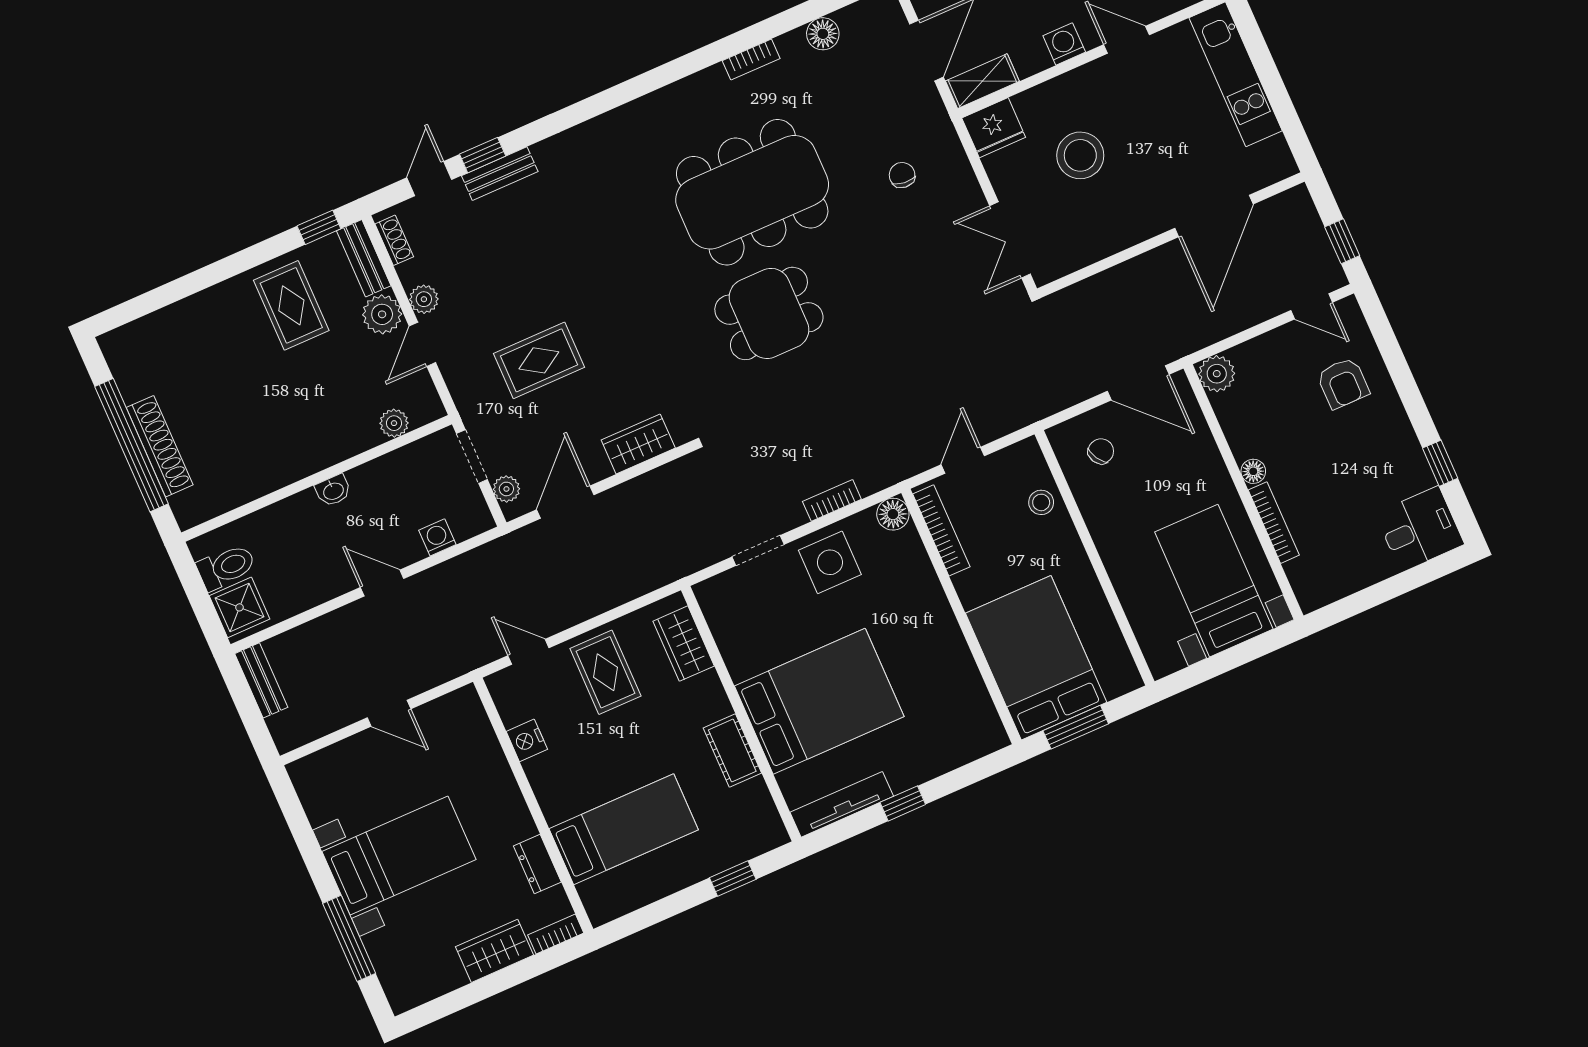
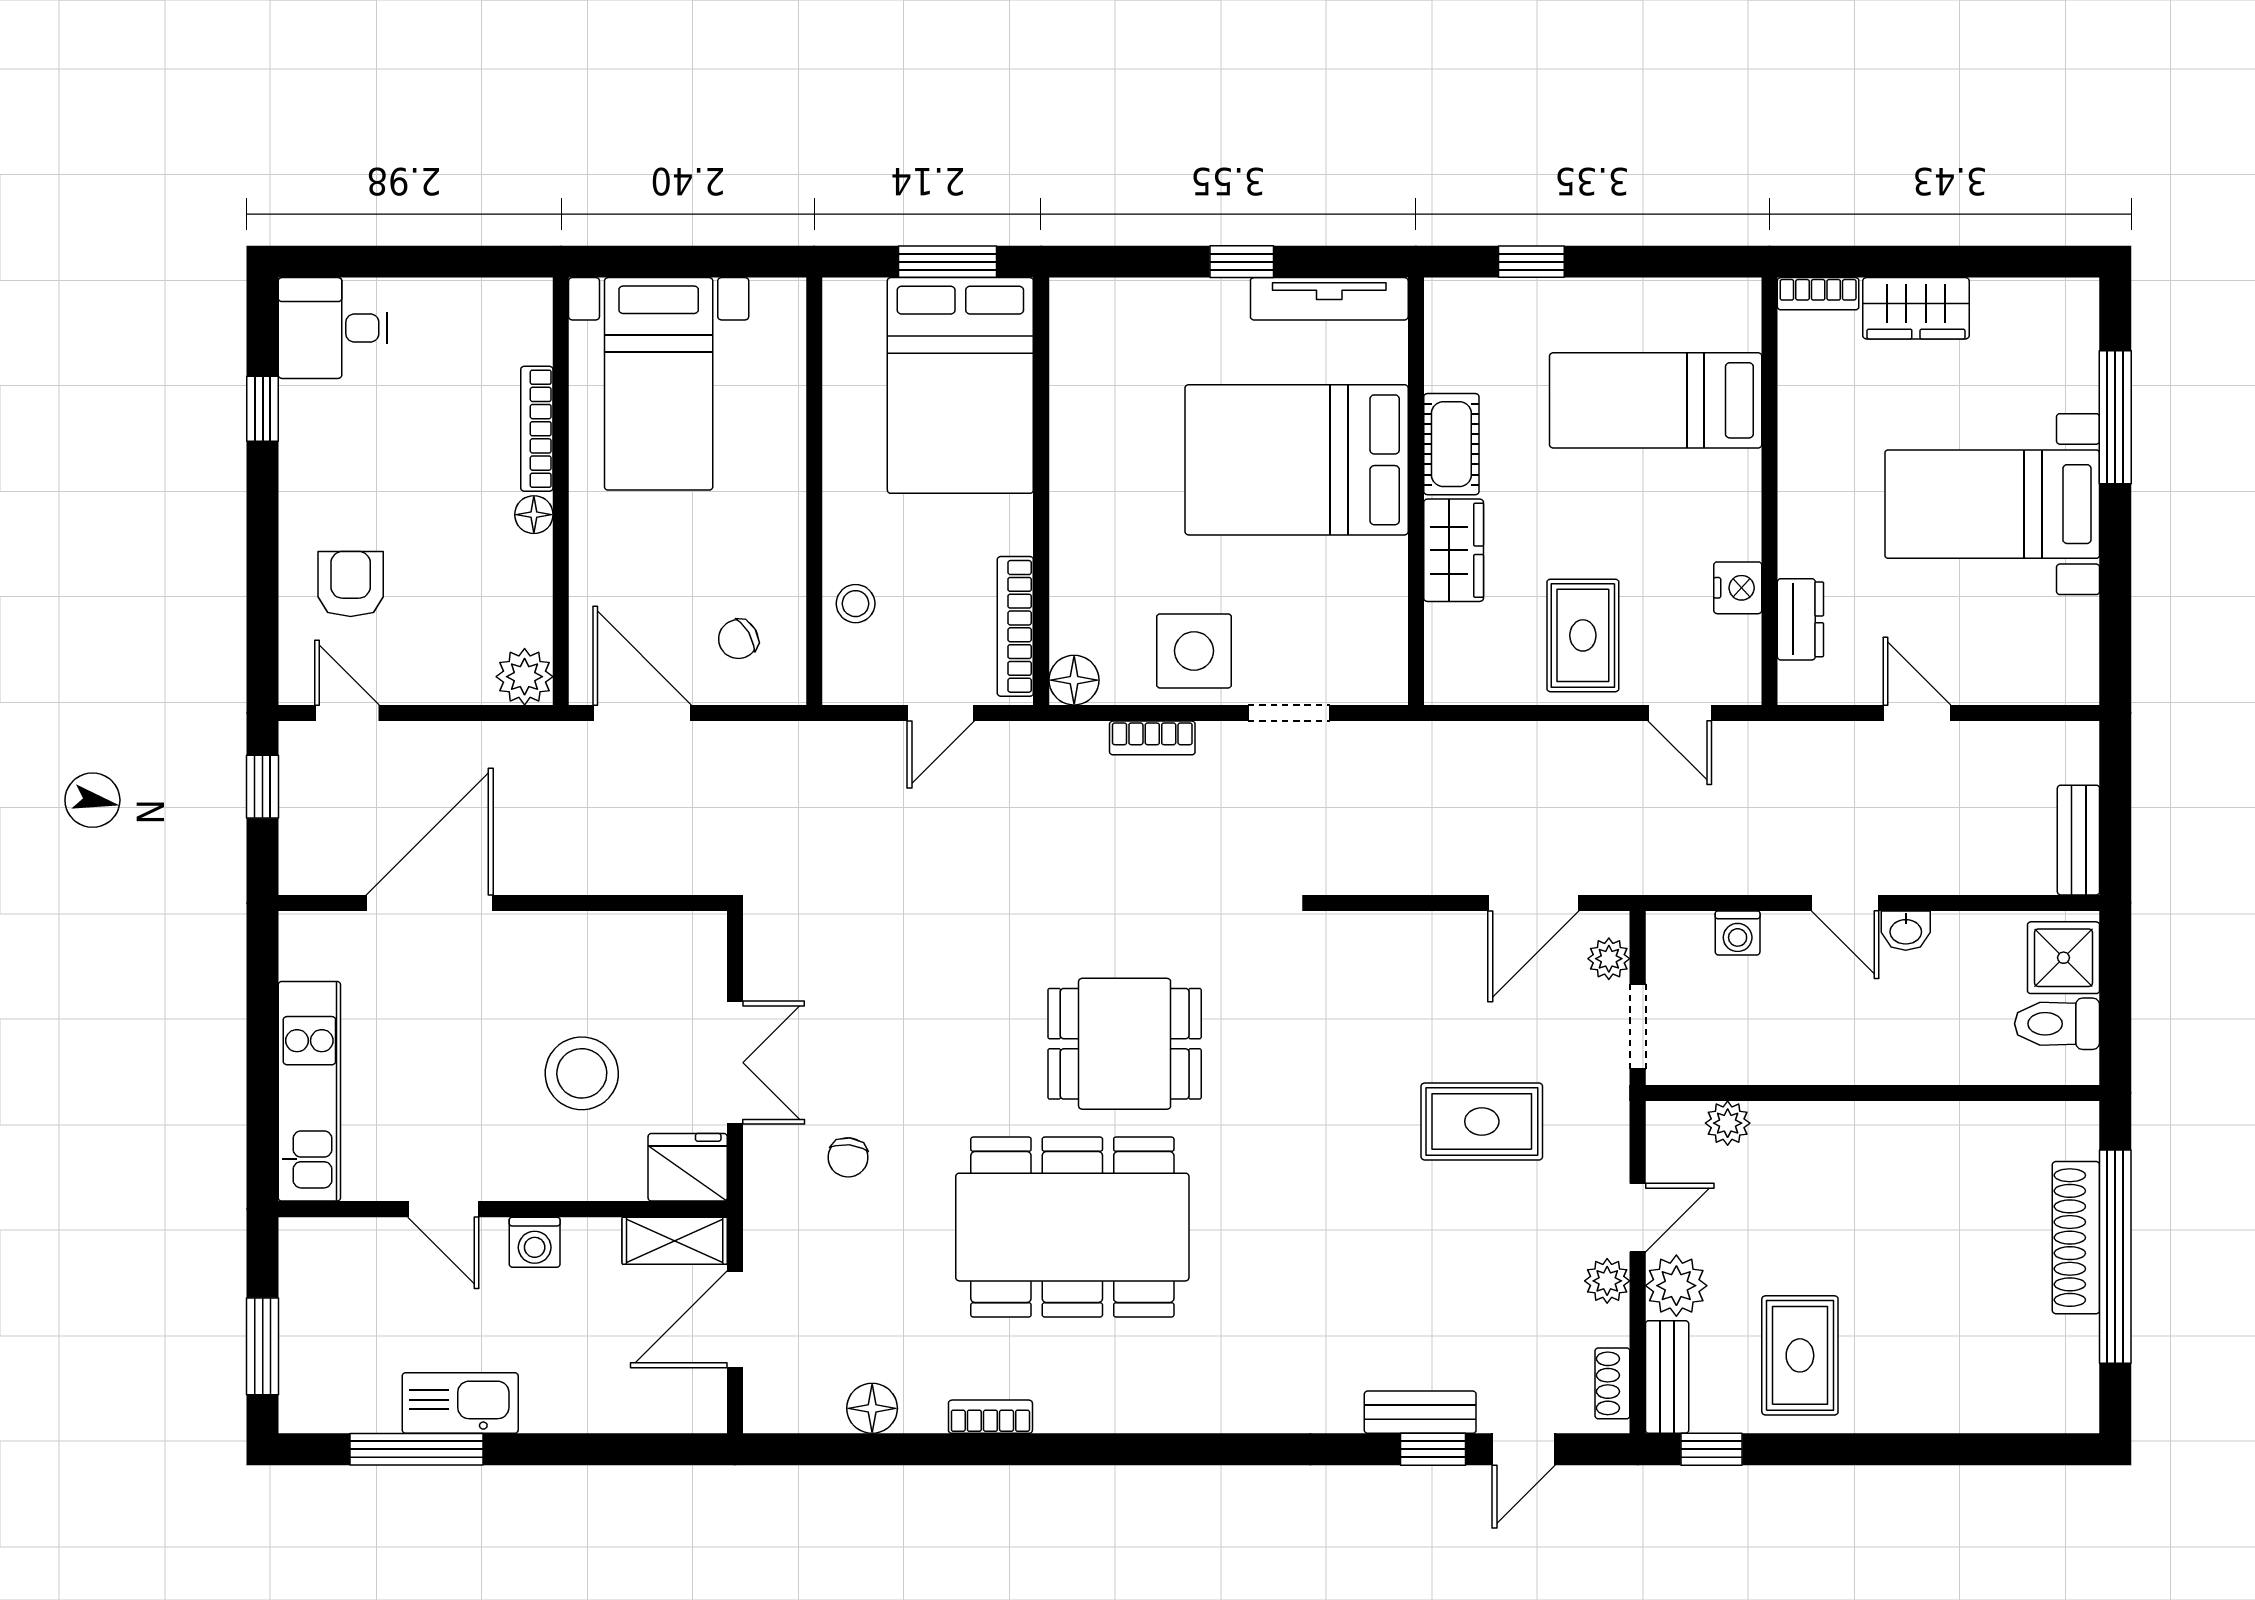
double door: (1010, 240) -> (735, 1063), moved
wardrobe: (638, 444) -> (1393, 940), removed
washbasin: (333, 491) -> (1906, 931), moved, turned 180
wardrobe: (684, 644) -> (1454, 550), moved
dresser: (537, 864) -> (1800, 619), moved

